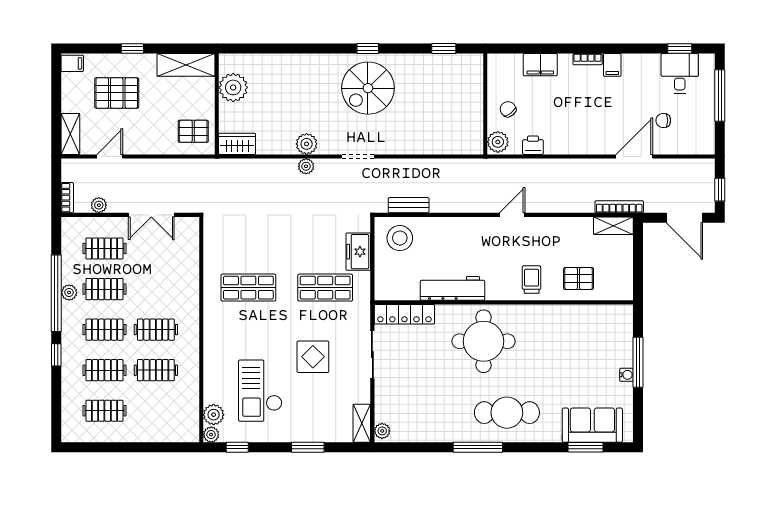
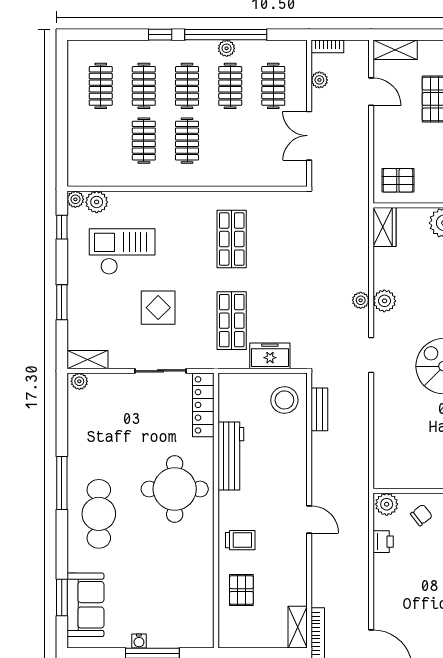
pallet: (193, 131) -> (398, 180), turned 90

